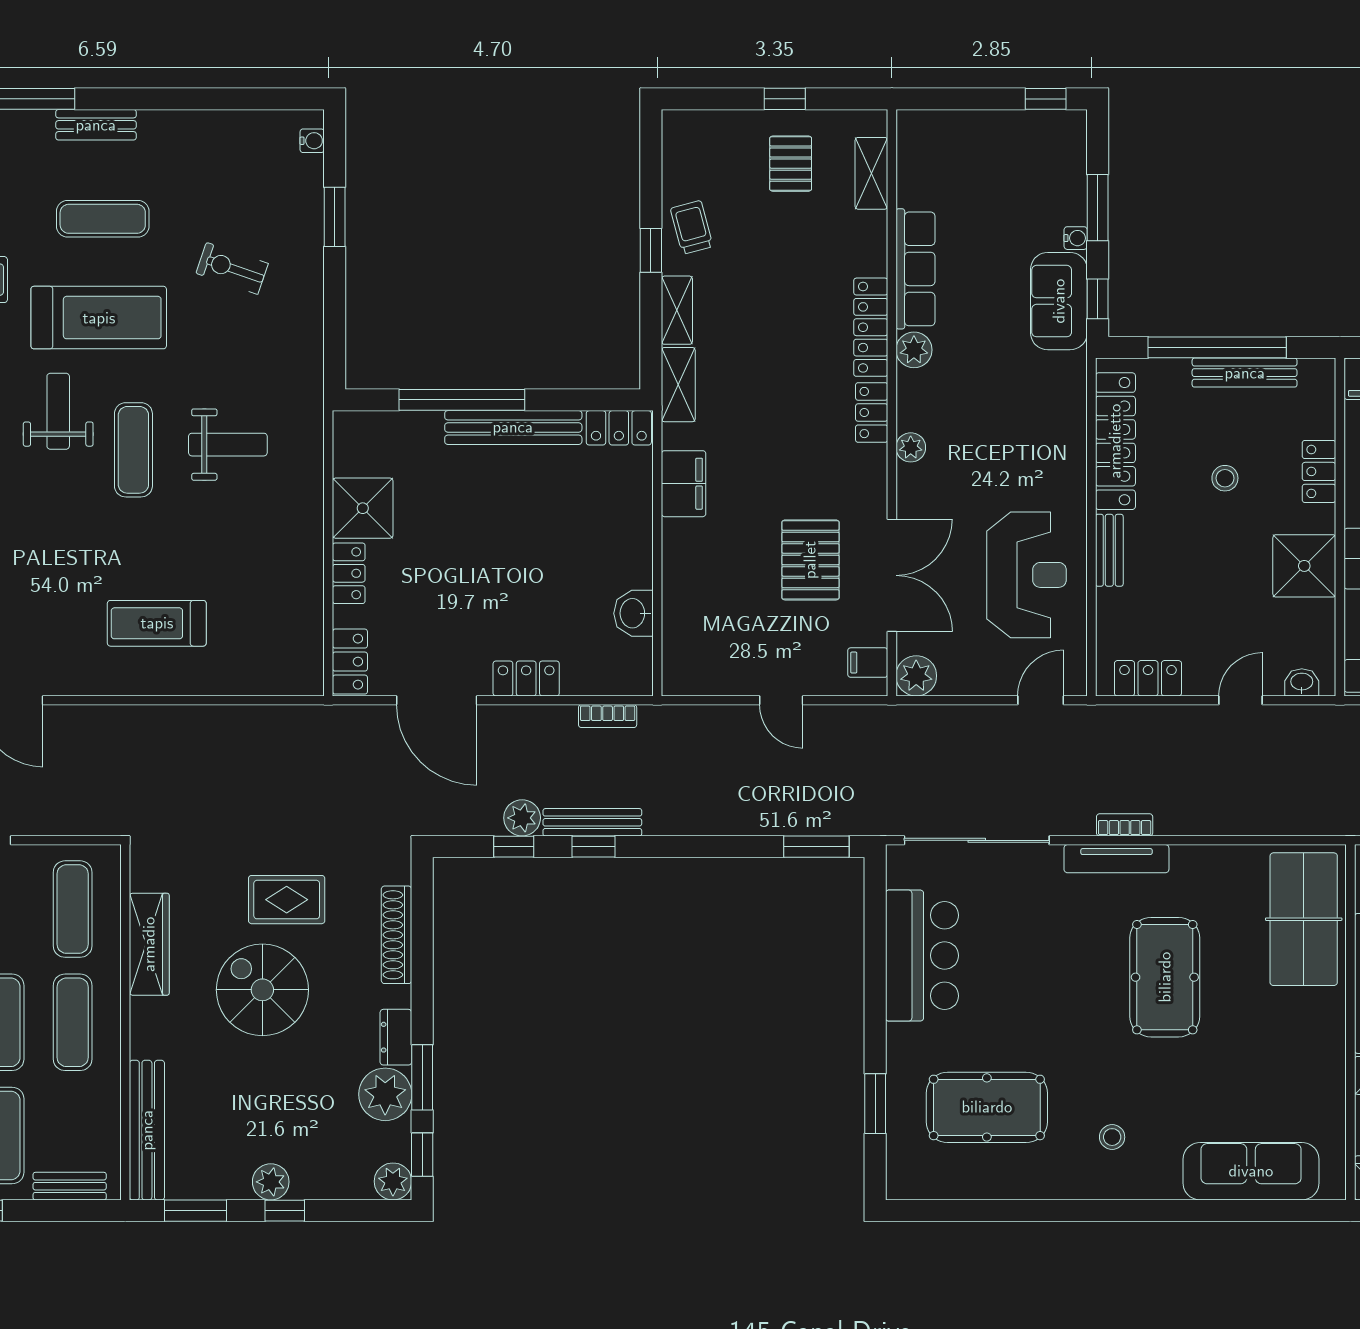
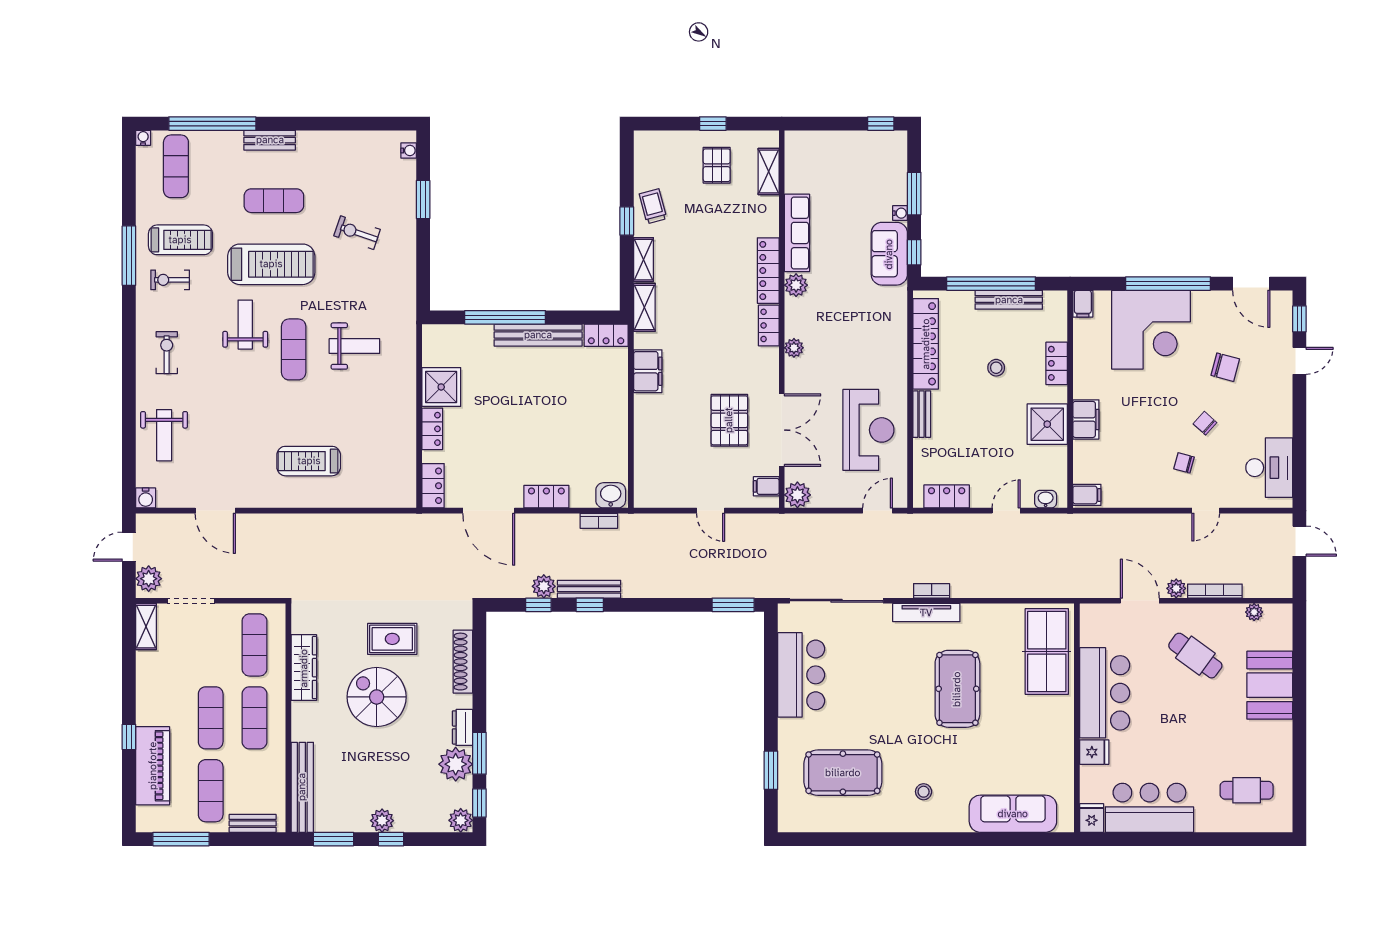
washbasin: (634, 613) -> (611, 495), moved, turned 90

